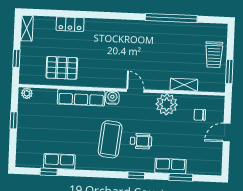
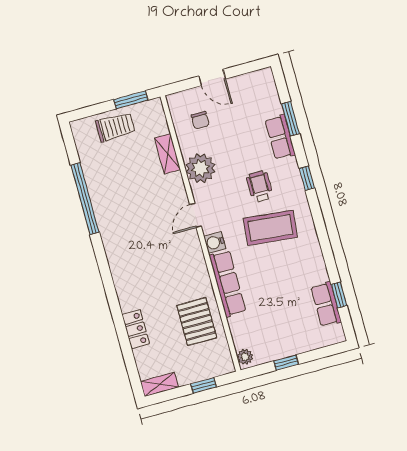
row of seats: (59, 161) -> (326, 304), moved

